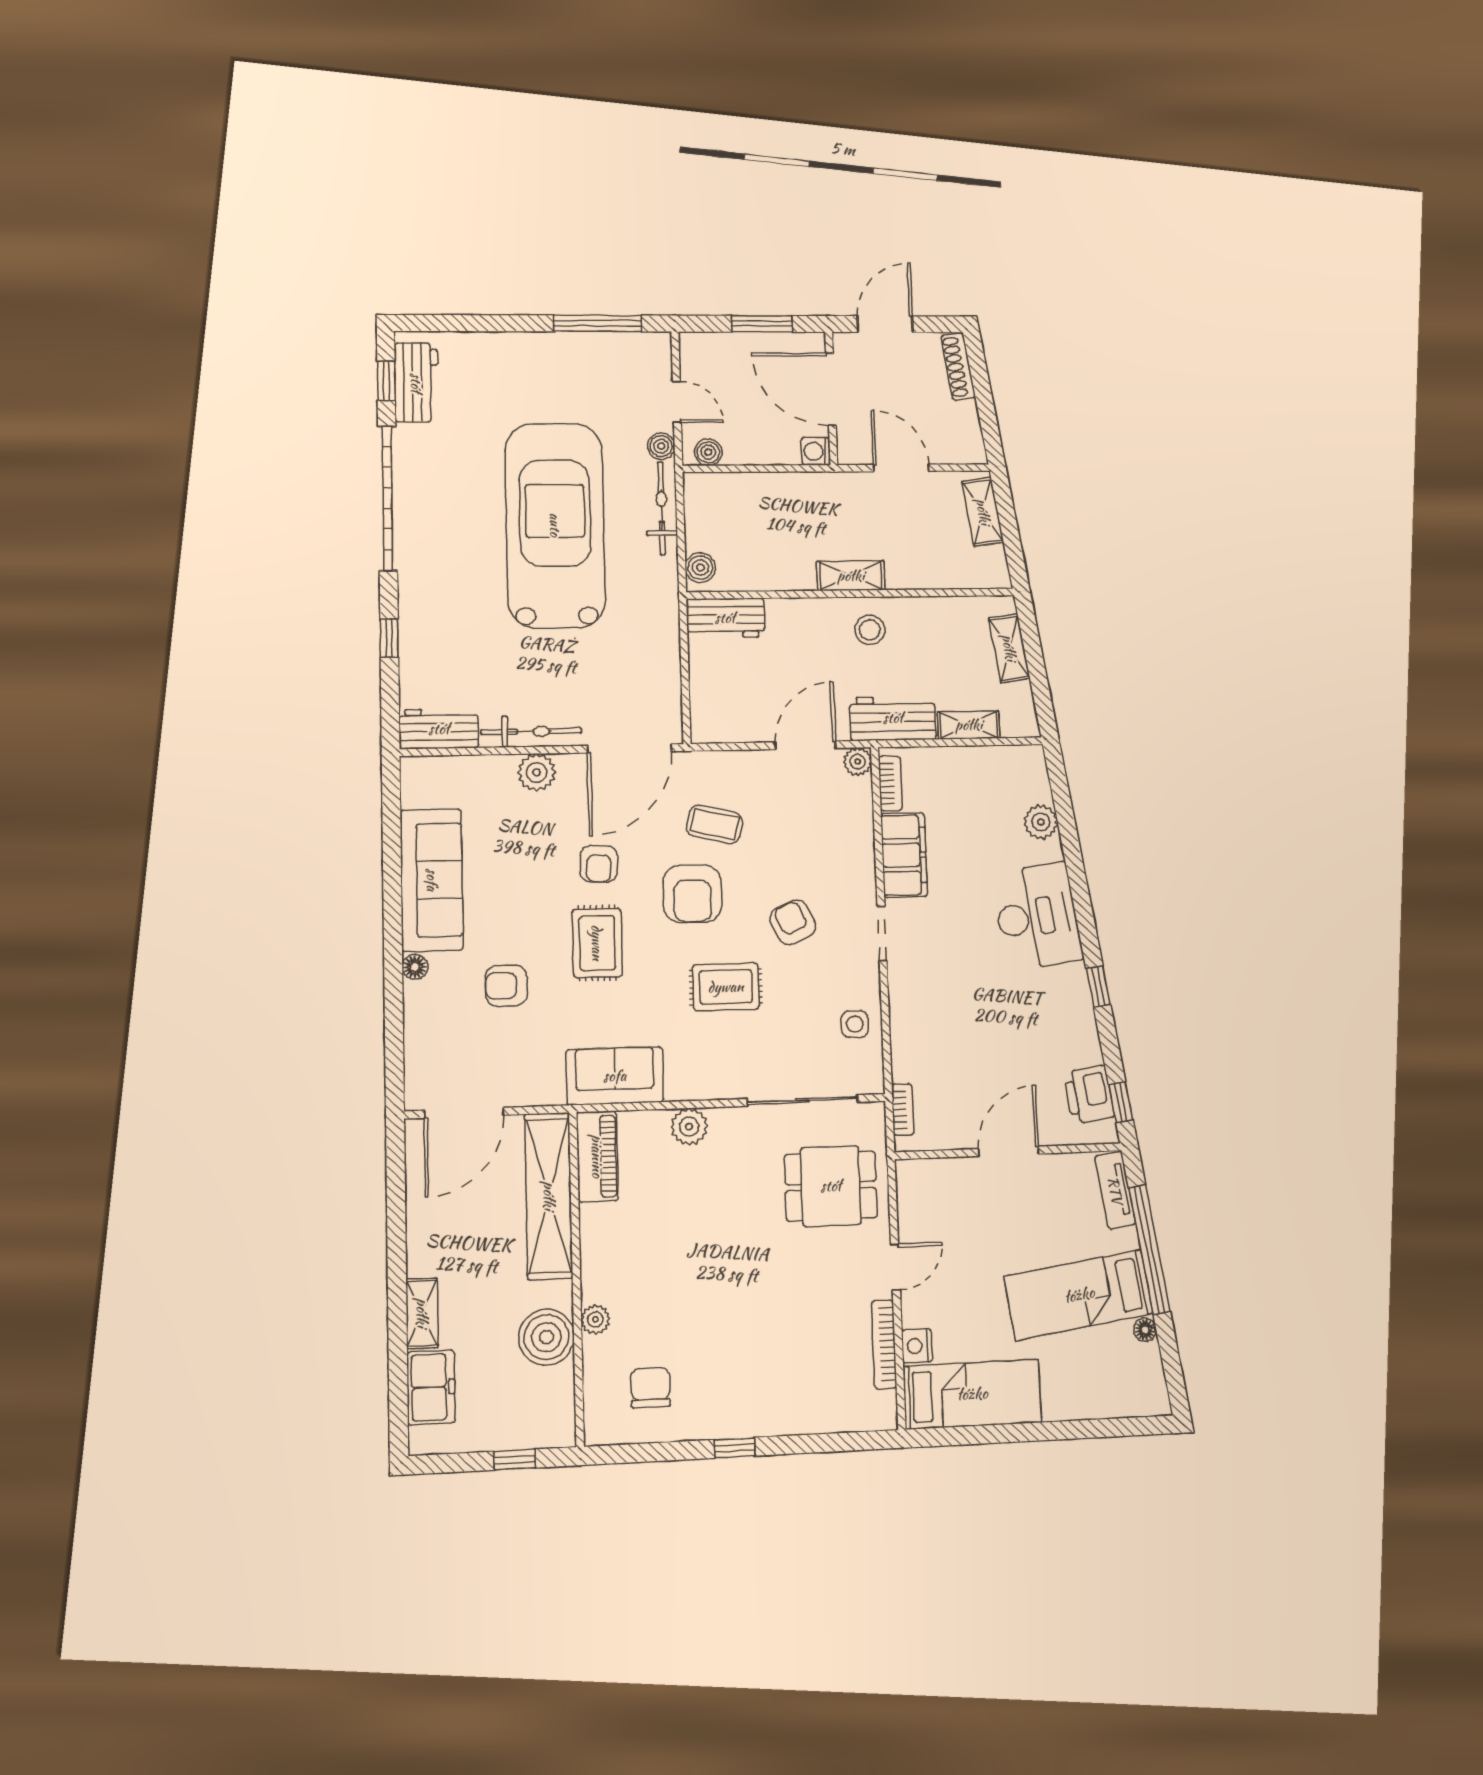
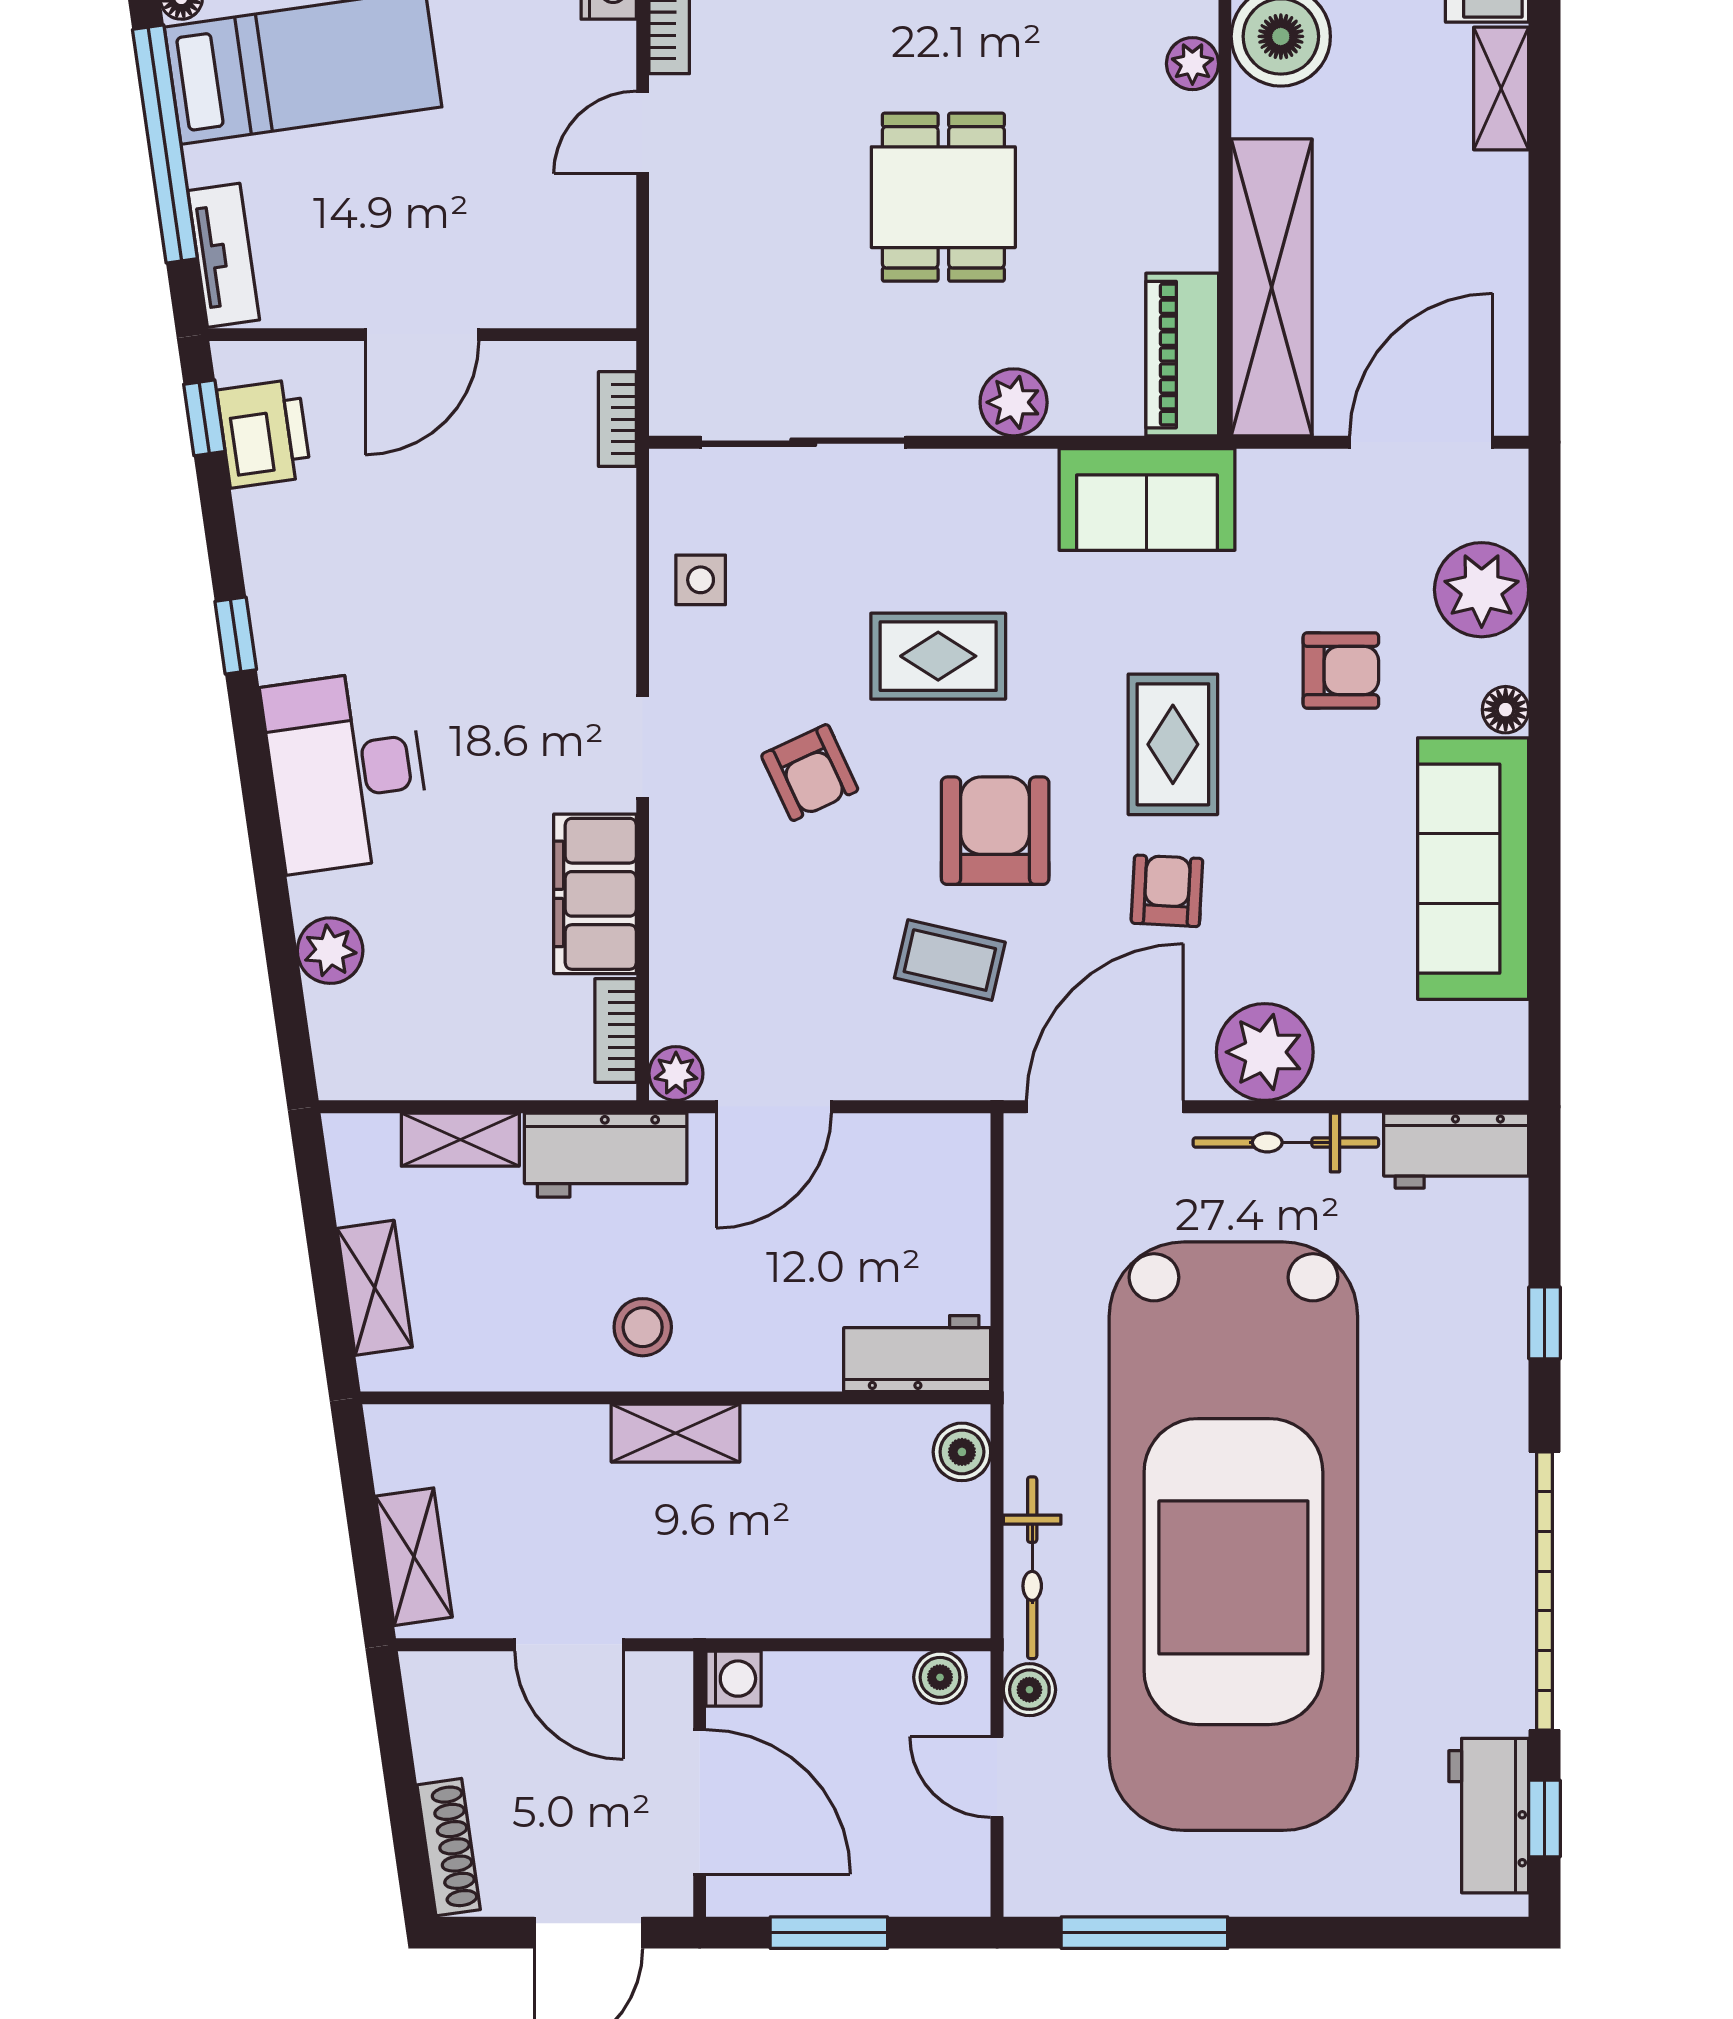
car: (555, 525) -> (1233, 1536), width x1.36, depth x1.48
plant: (537, 772) -> (1265, 1052), width x1.36, depth x1.36
plant: (429, 1032) -> (1482, 590), added
dining table: (831, 1186) -> (943, 197), moved, turned 90

